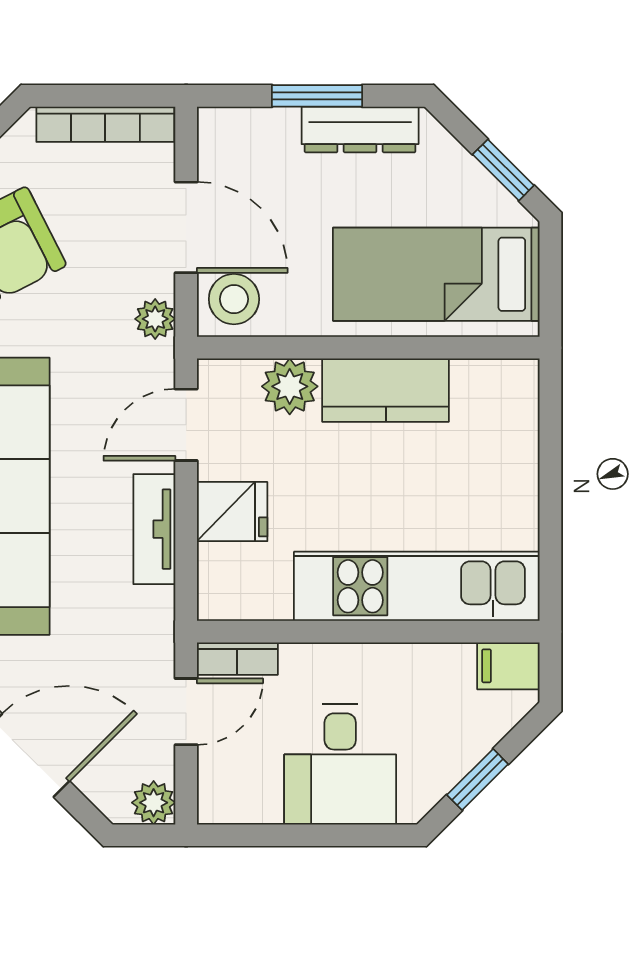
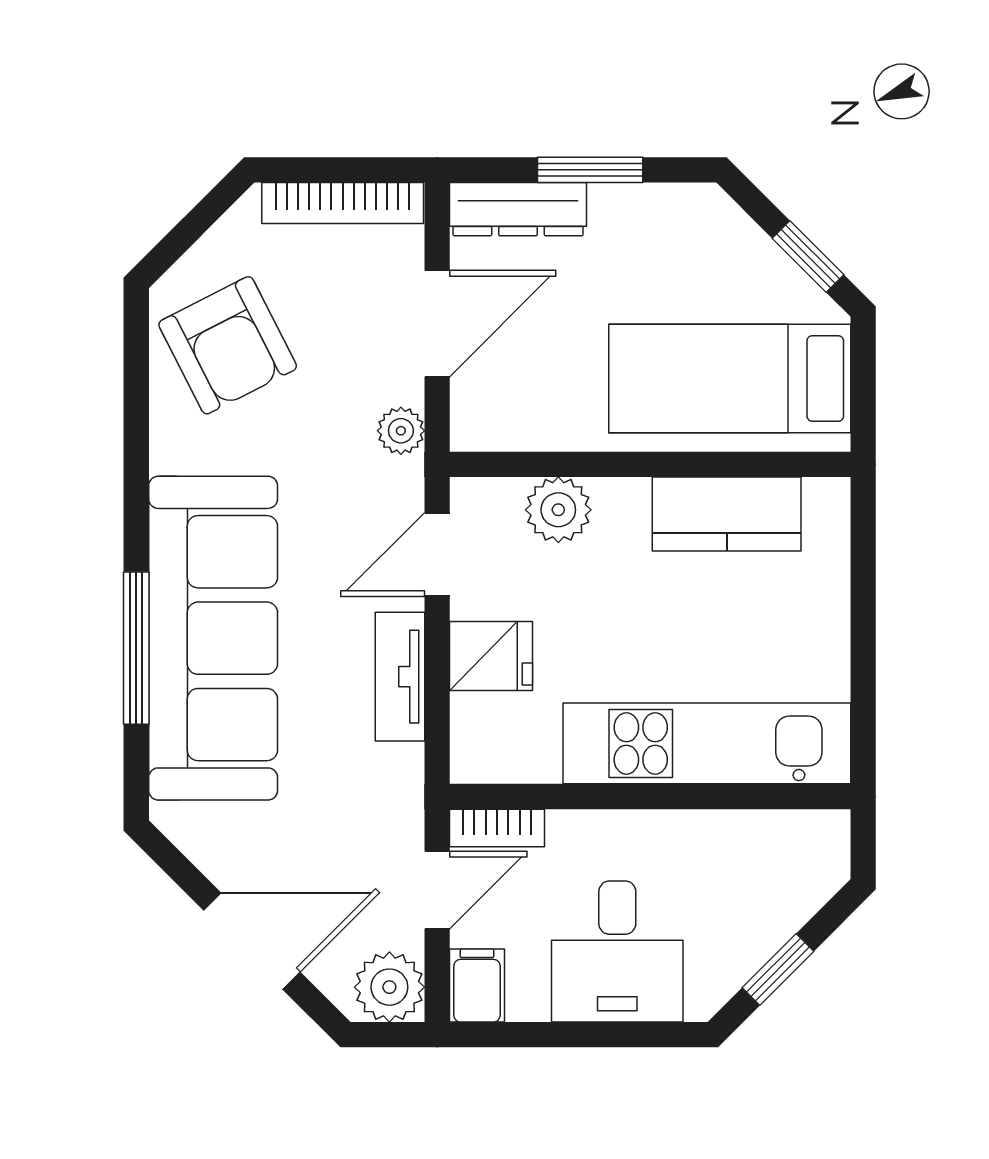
dresser: (360, 130) -> (518, 209), moved
door: (186, 227) -> (437, 324), hinge flipped
stool: (234, 299) -> (493, 408), removed
kitchen counter: (386, 390) -> (727, 514), moved
filing cabinet: (508, 666) -> (477, 986), moved, turned 90
plant: (154, 803) -> (389, 987), width x1.38, depth x1.38

